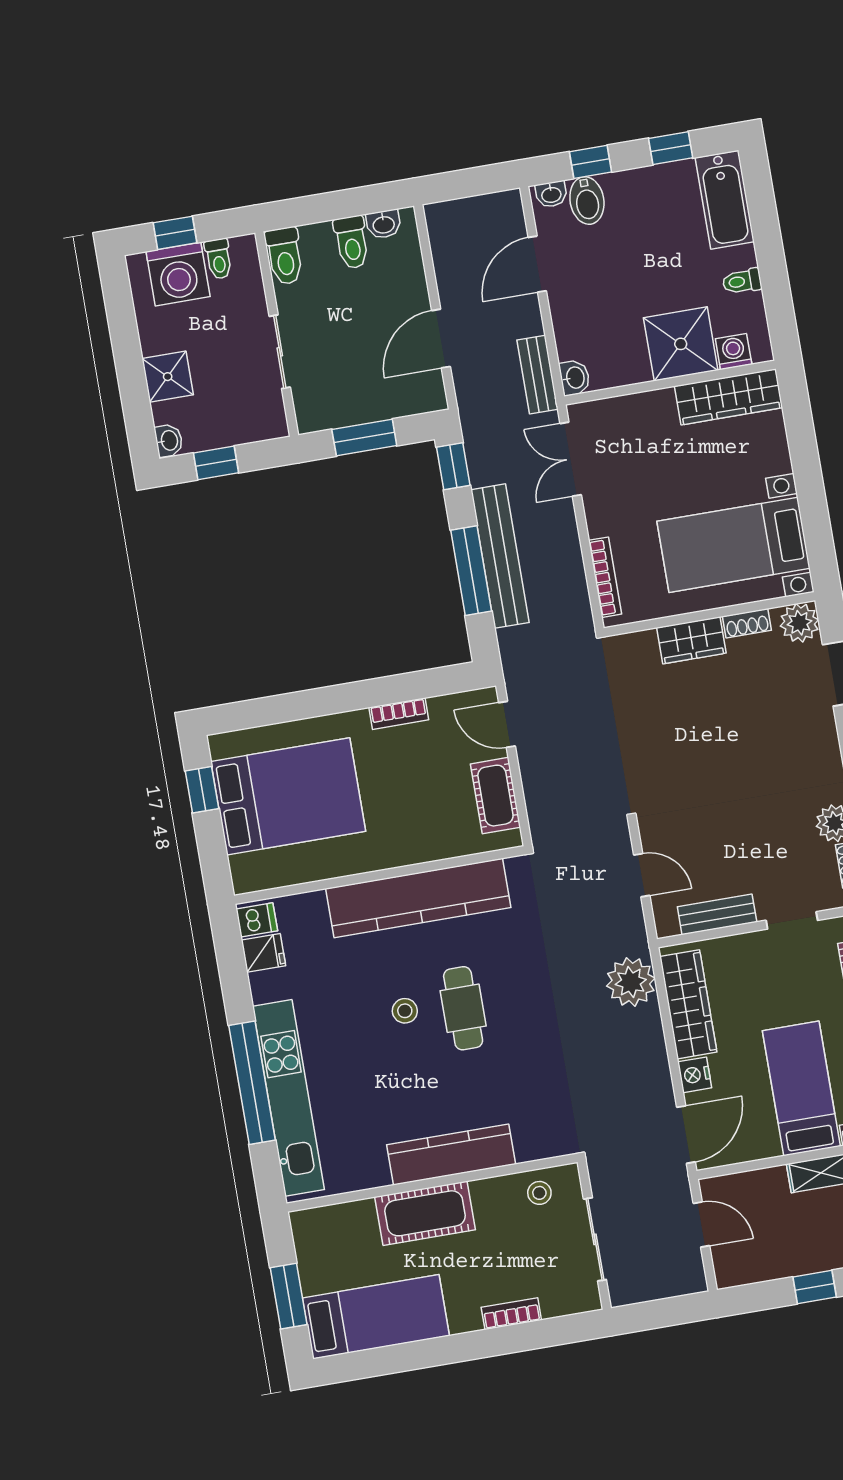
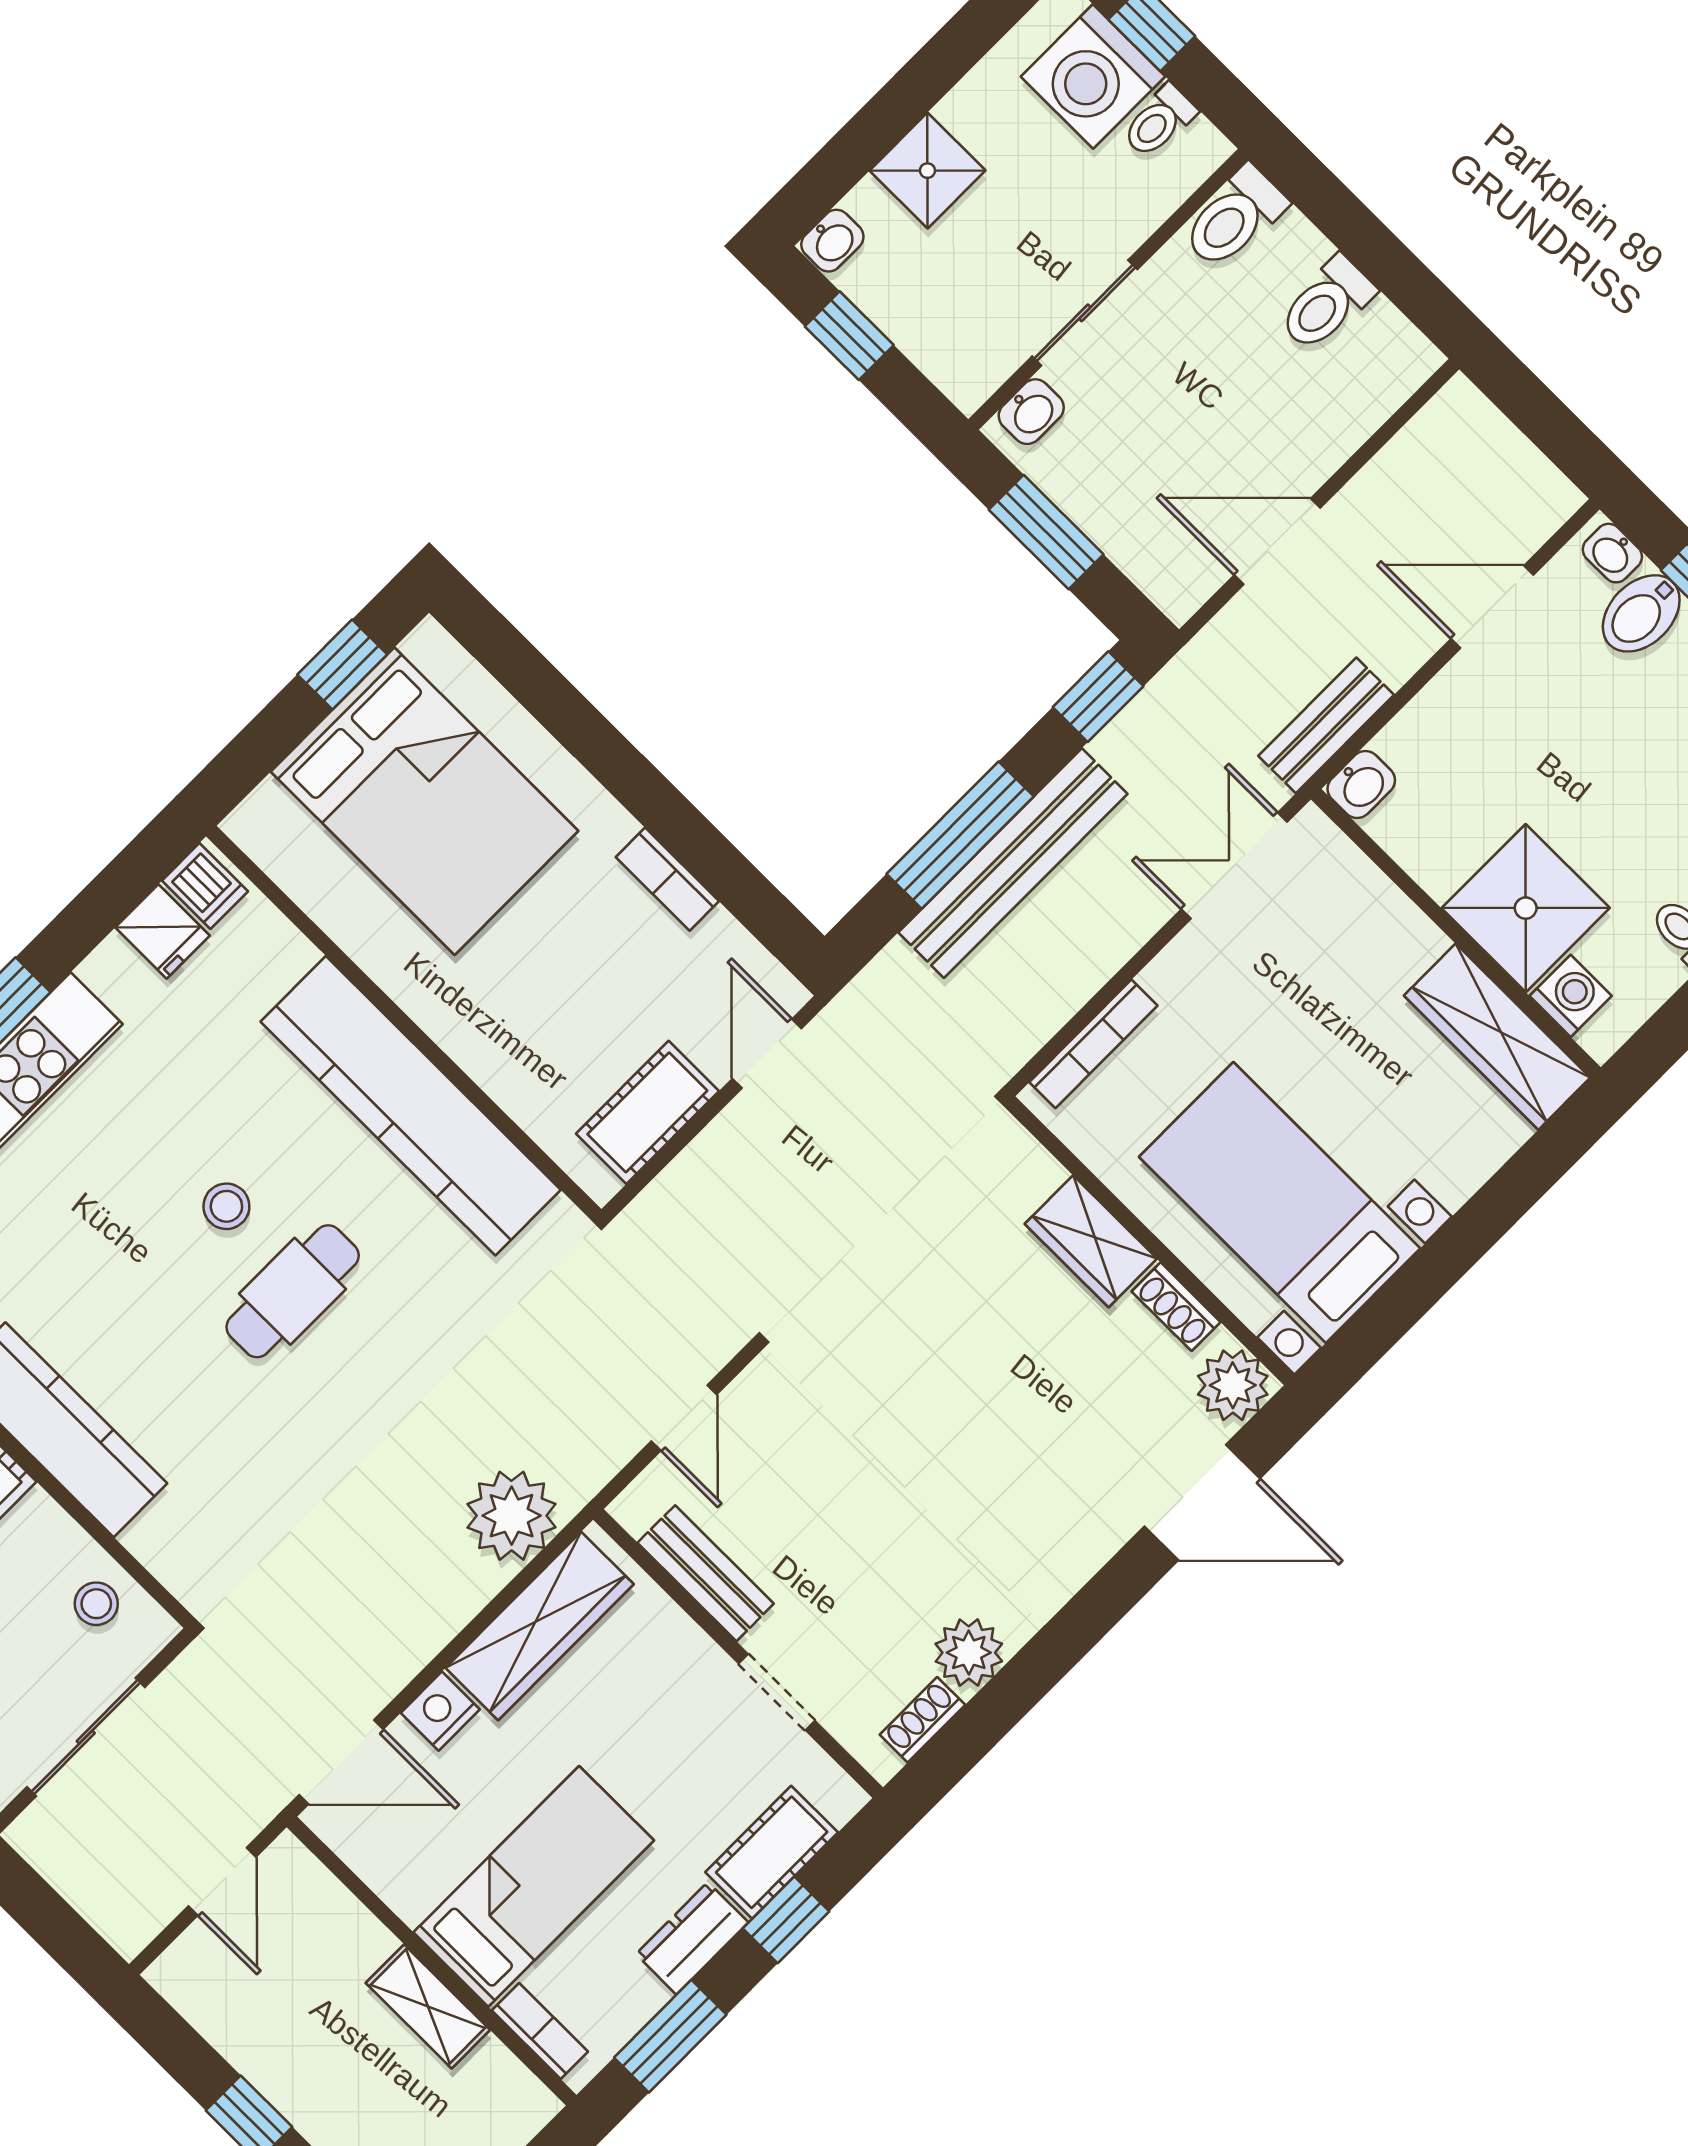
washbasin: (384, 224) -> (1031, 412), moved, turned -90

